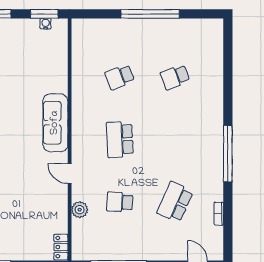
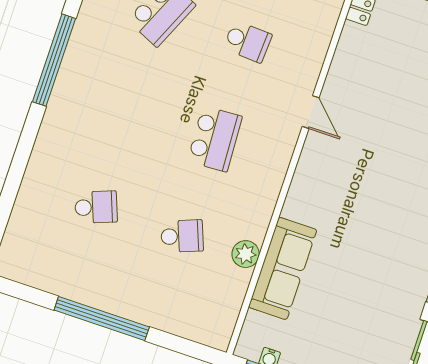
sofa: (55, 123) -> (283, 268), moved
plant: (80, 210) -> (246, 254), moved

